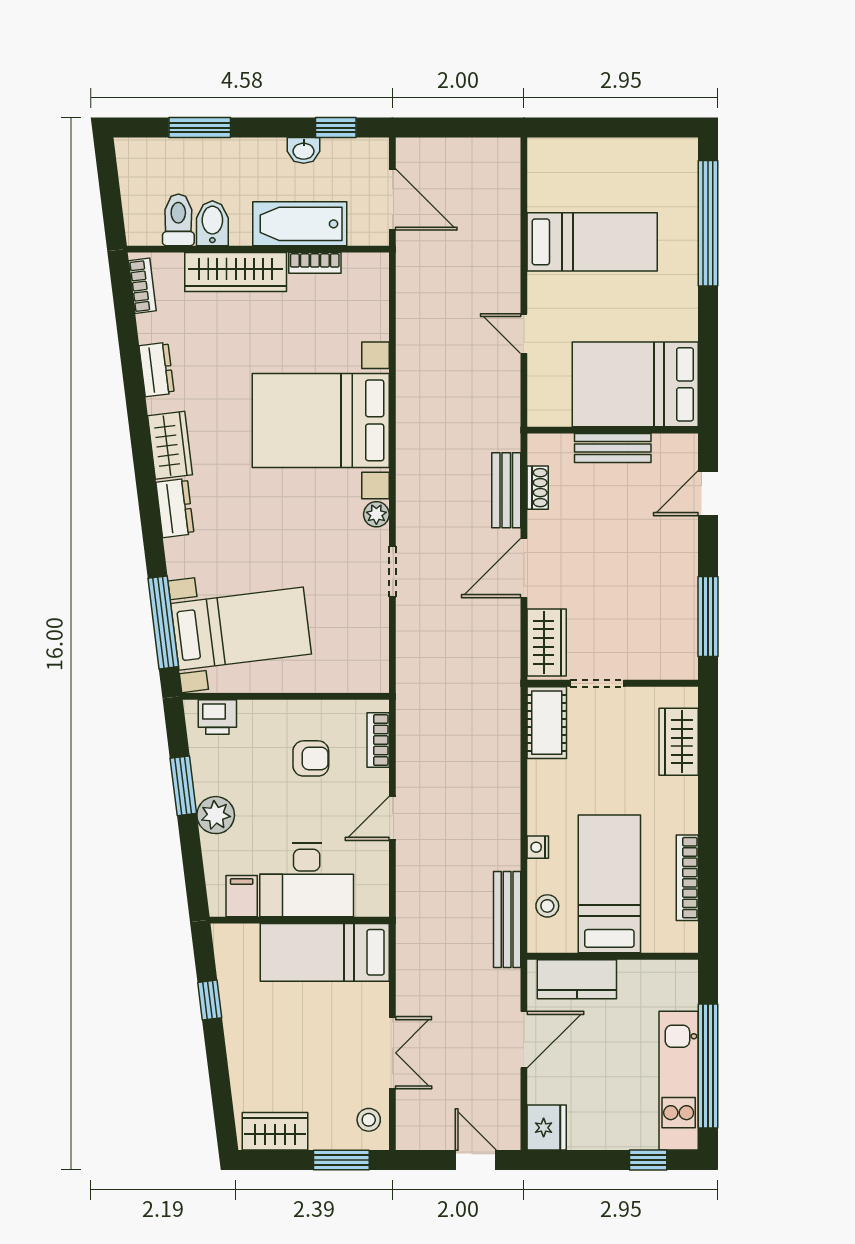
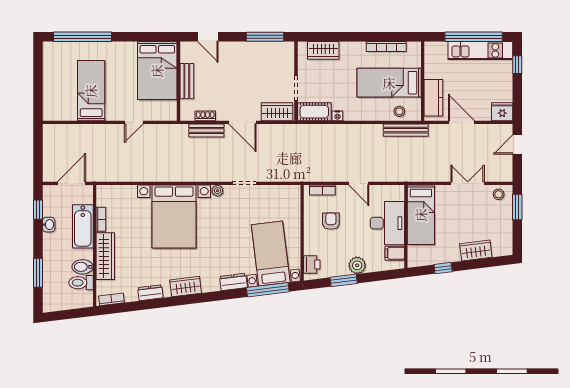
dresser: (175, 508) -> (233, 282), moved
nightstand: (538, 847) -> (337, 116), moved
wardrobe: (275, 1131) -> (476, 251), moved, turned 83

